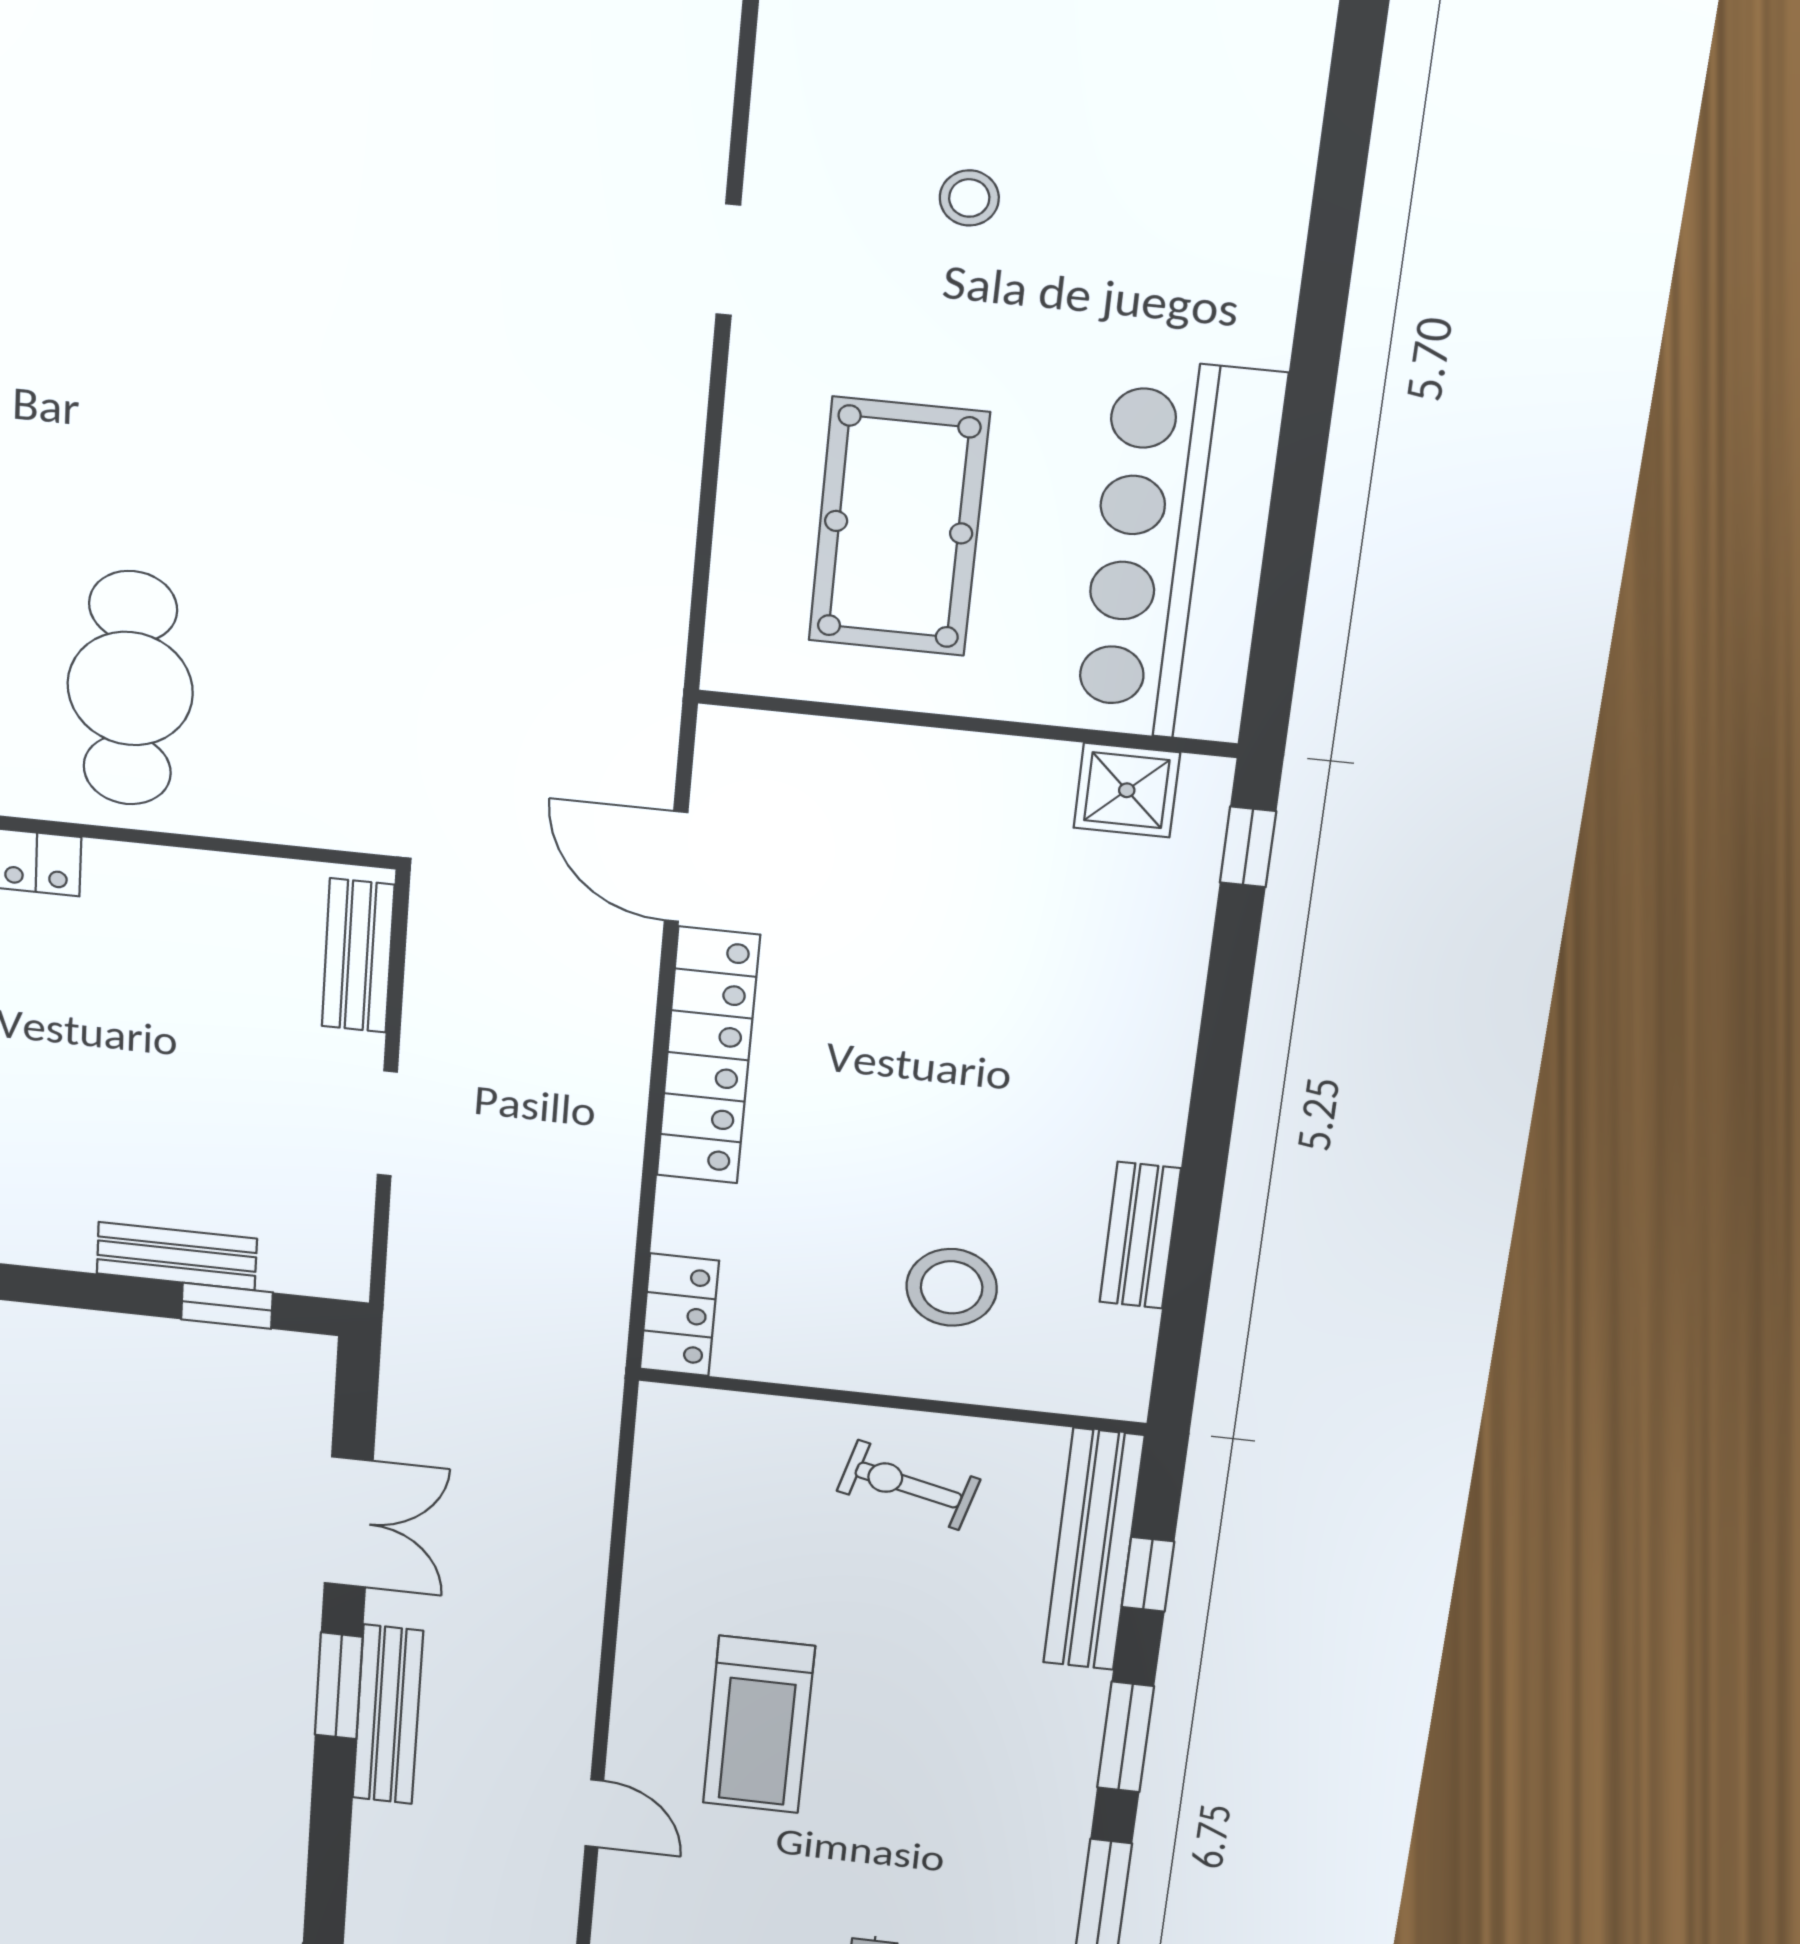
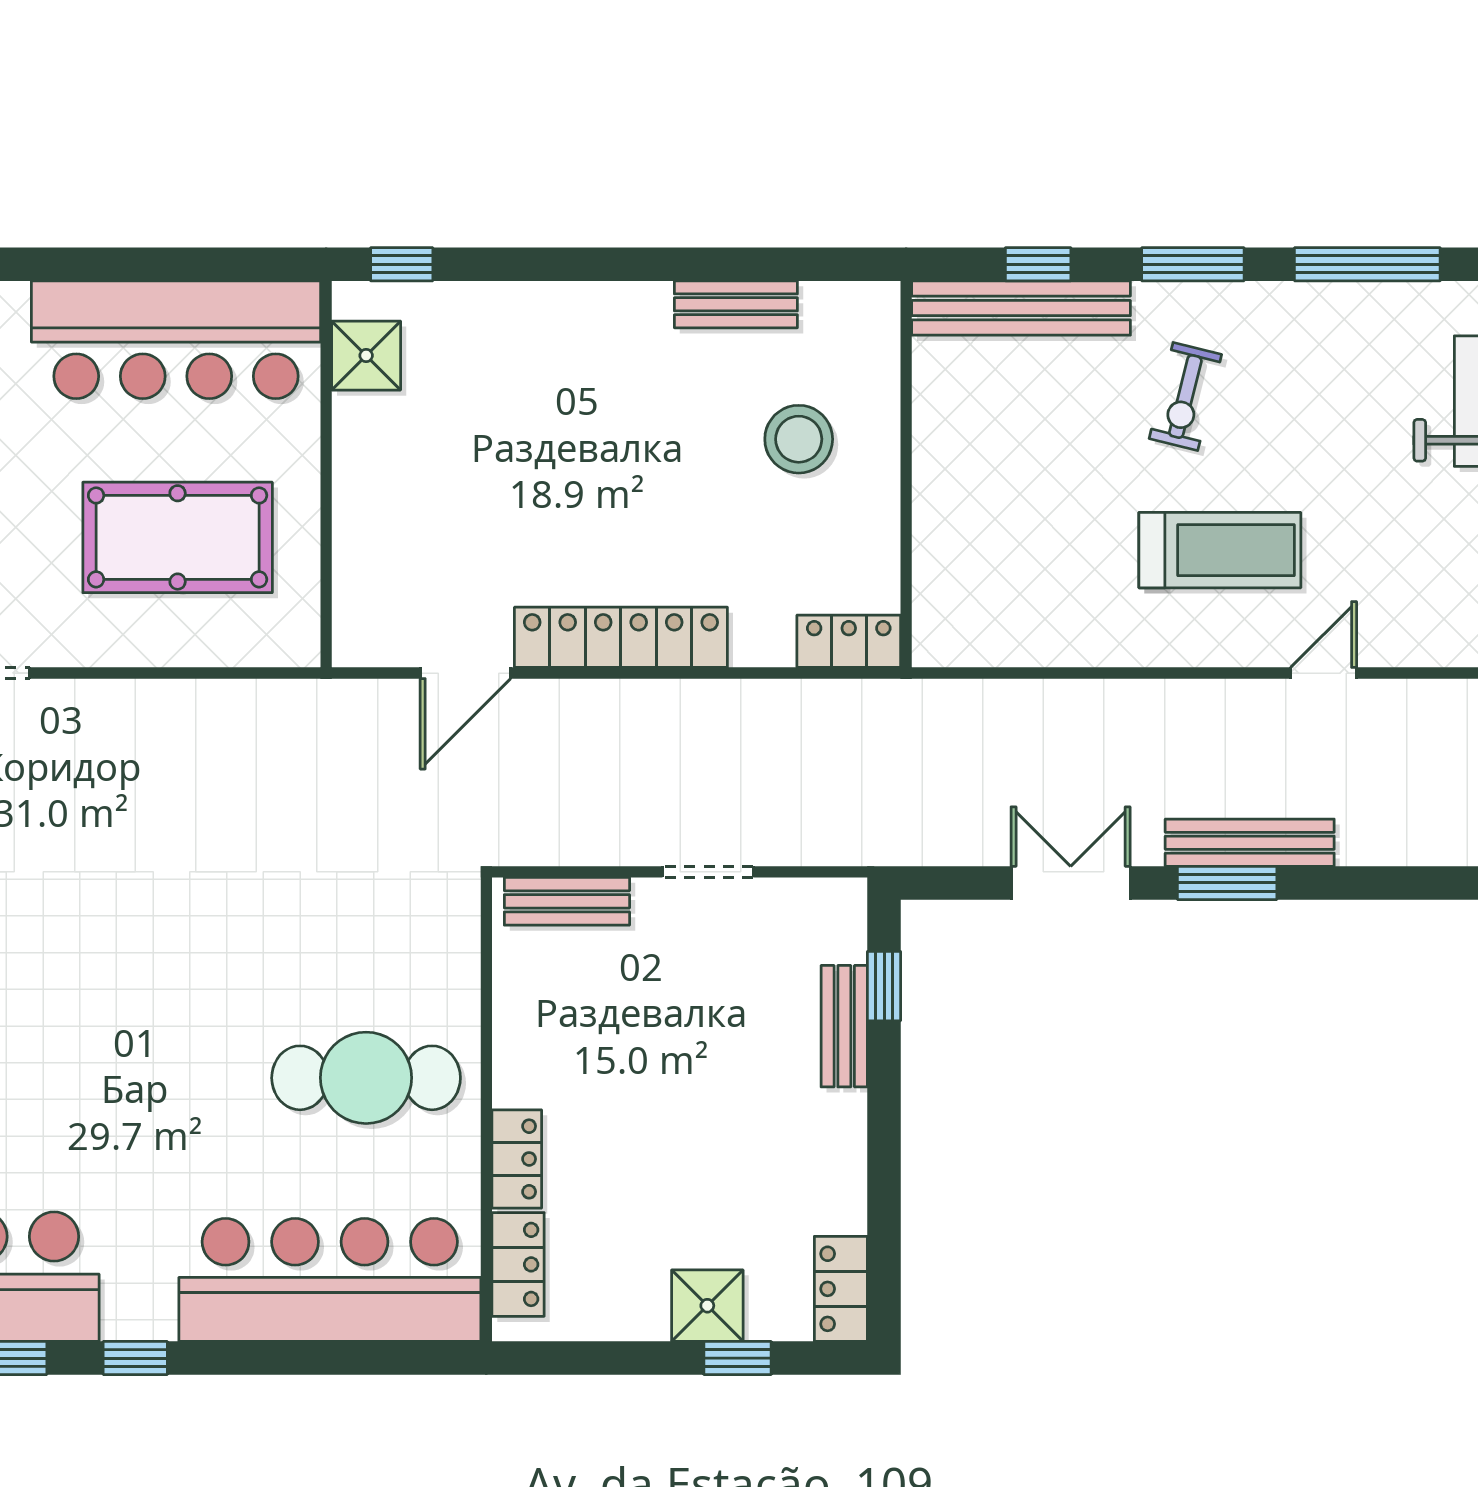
exercise bike: (909, 1485) -> (1185, 396), moved

